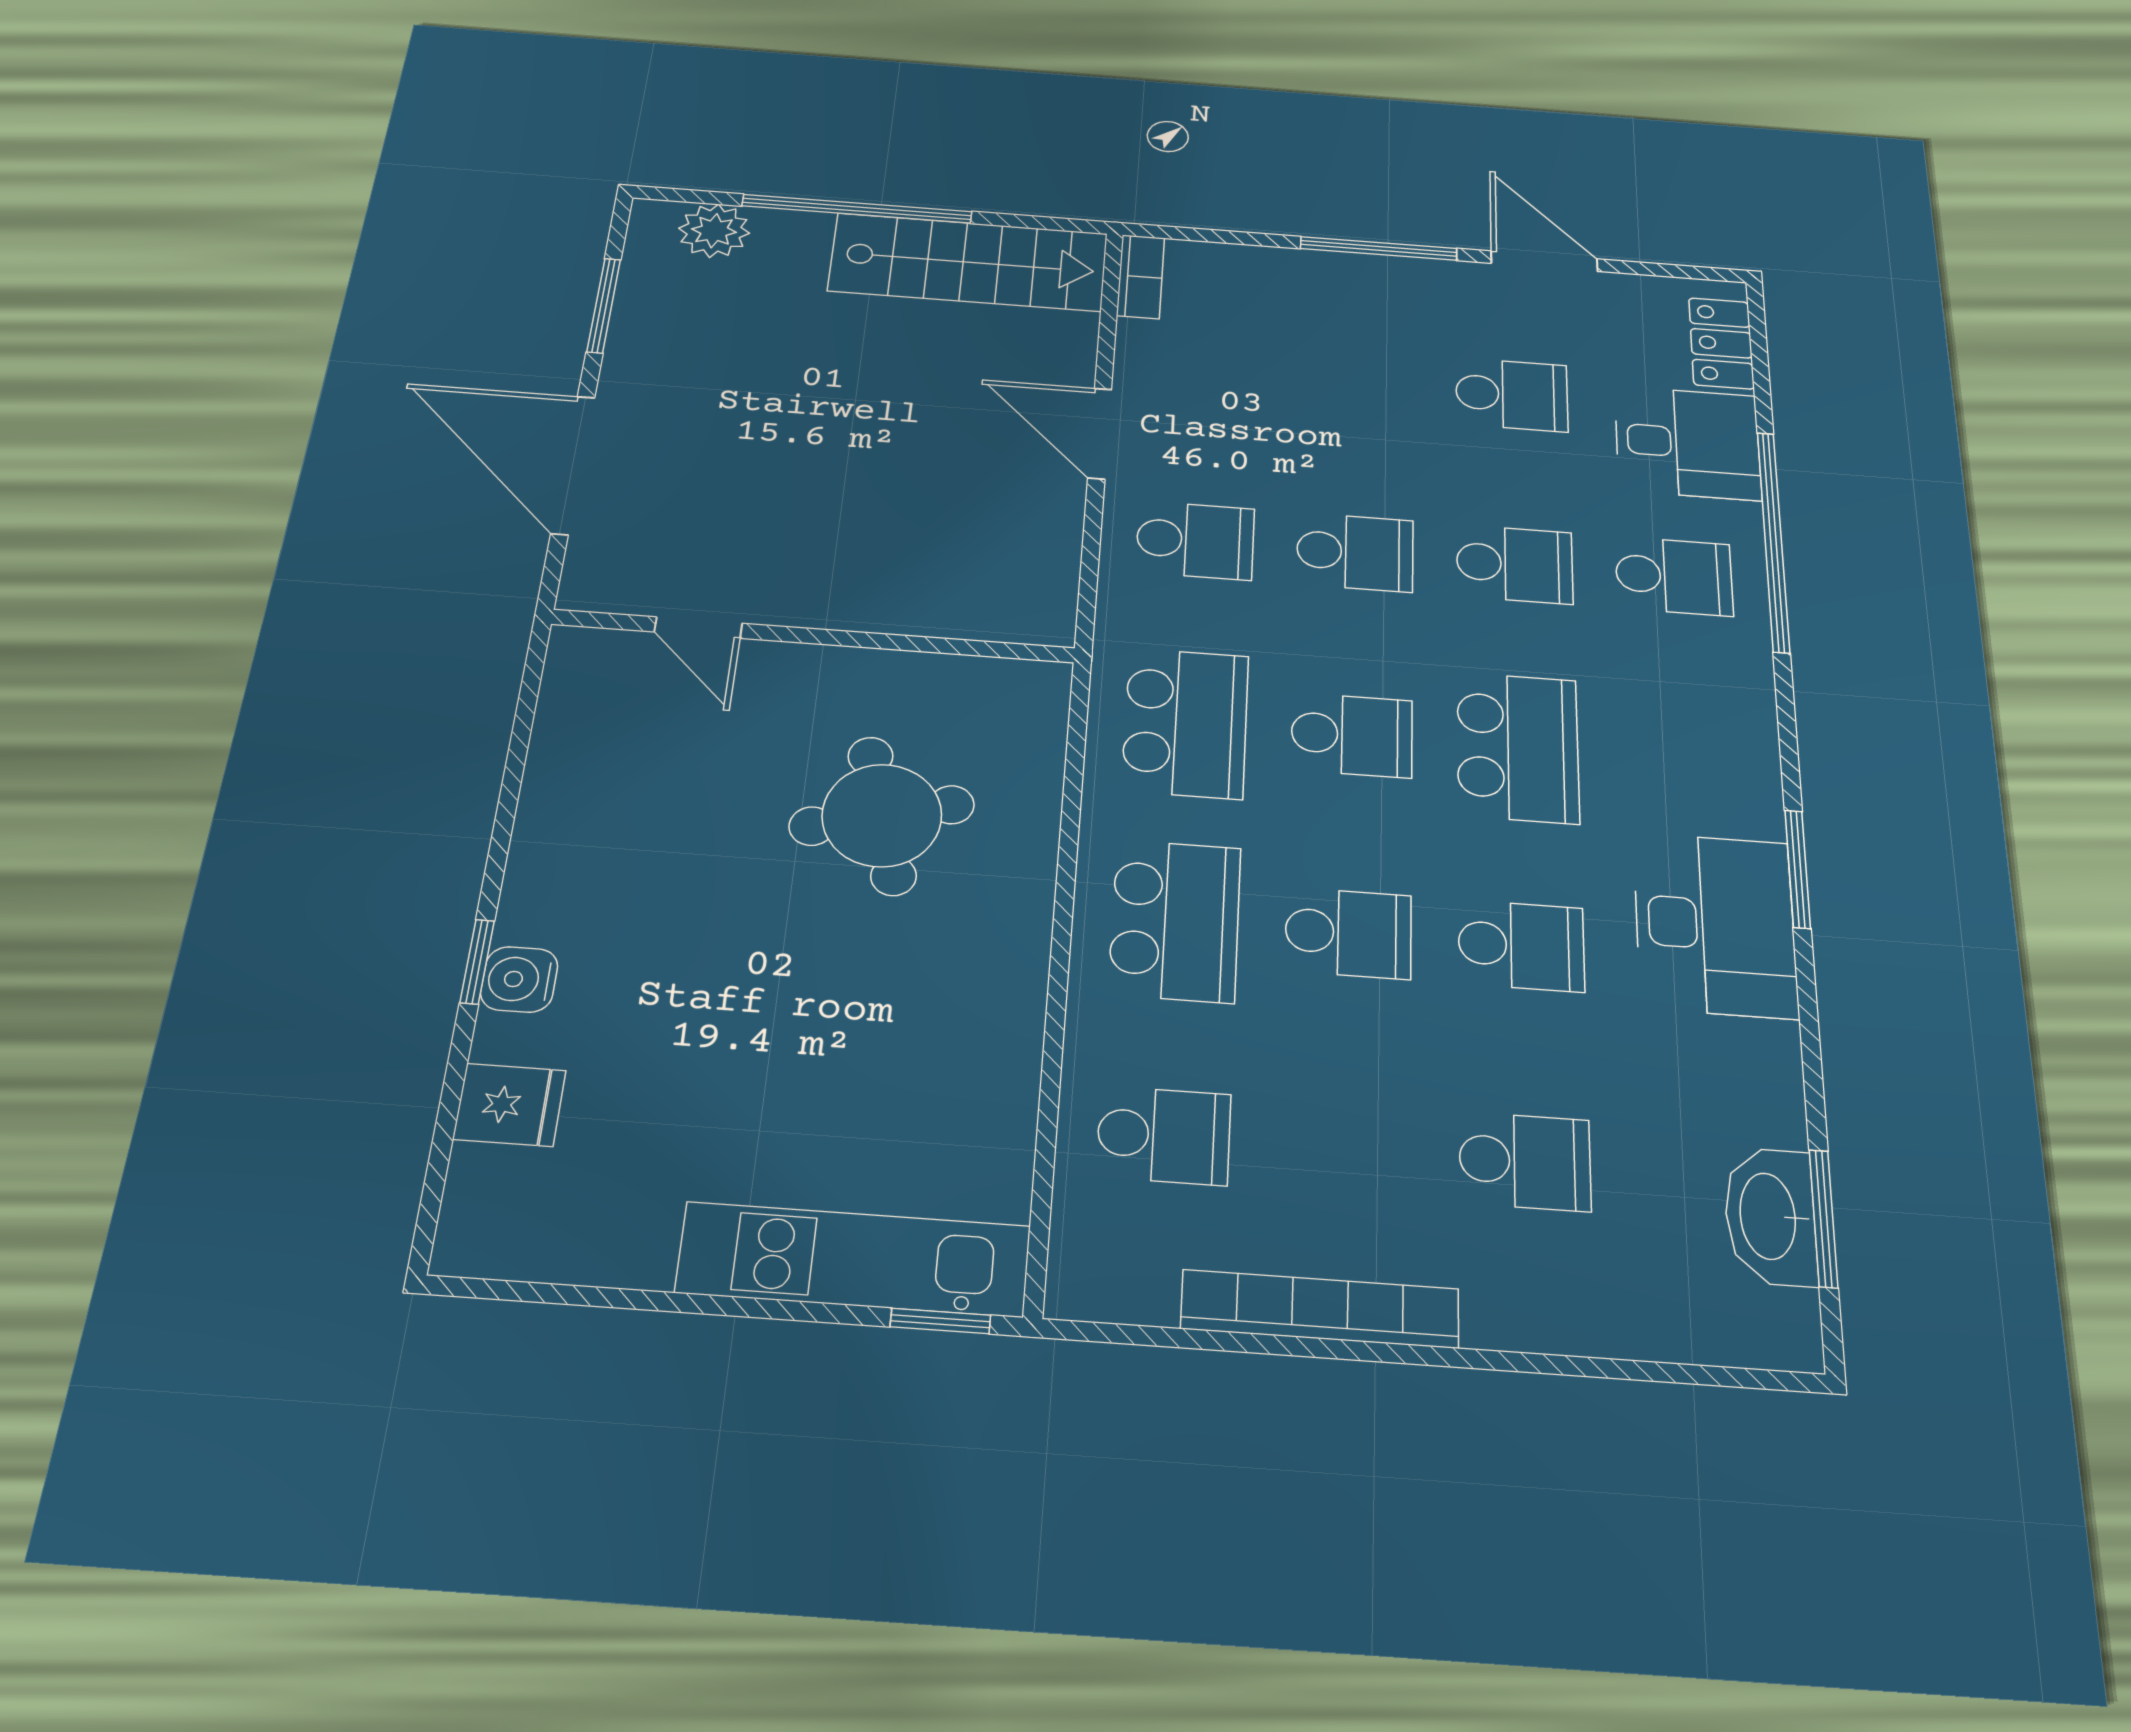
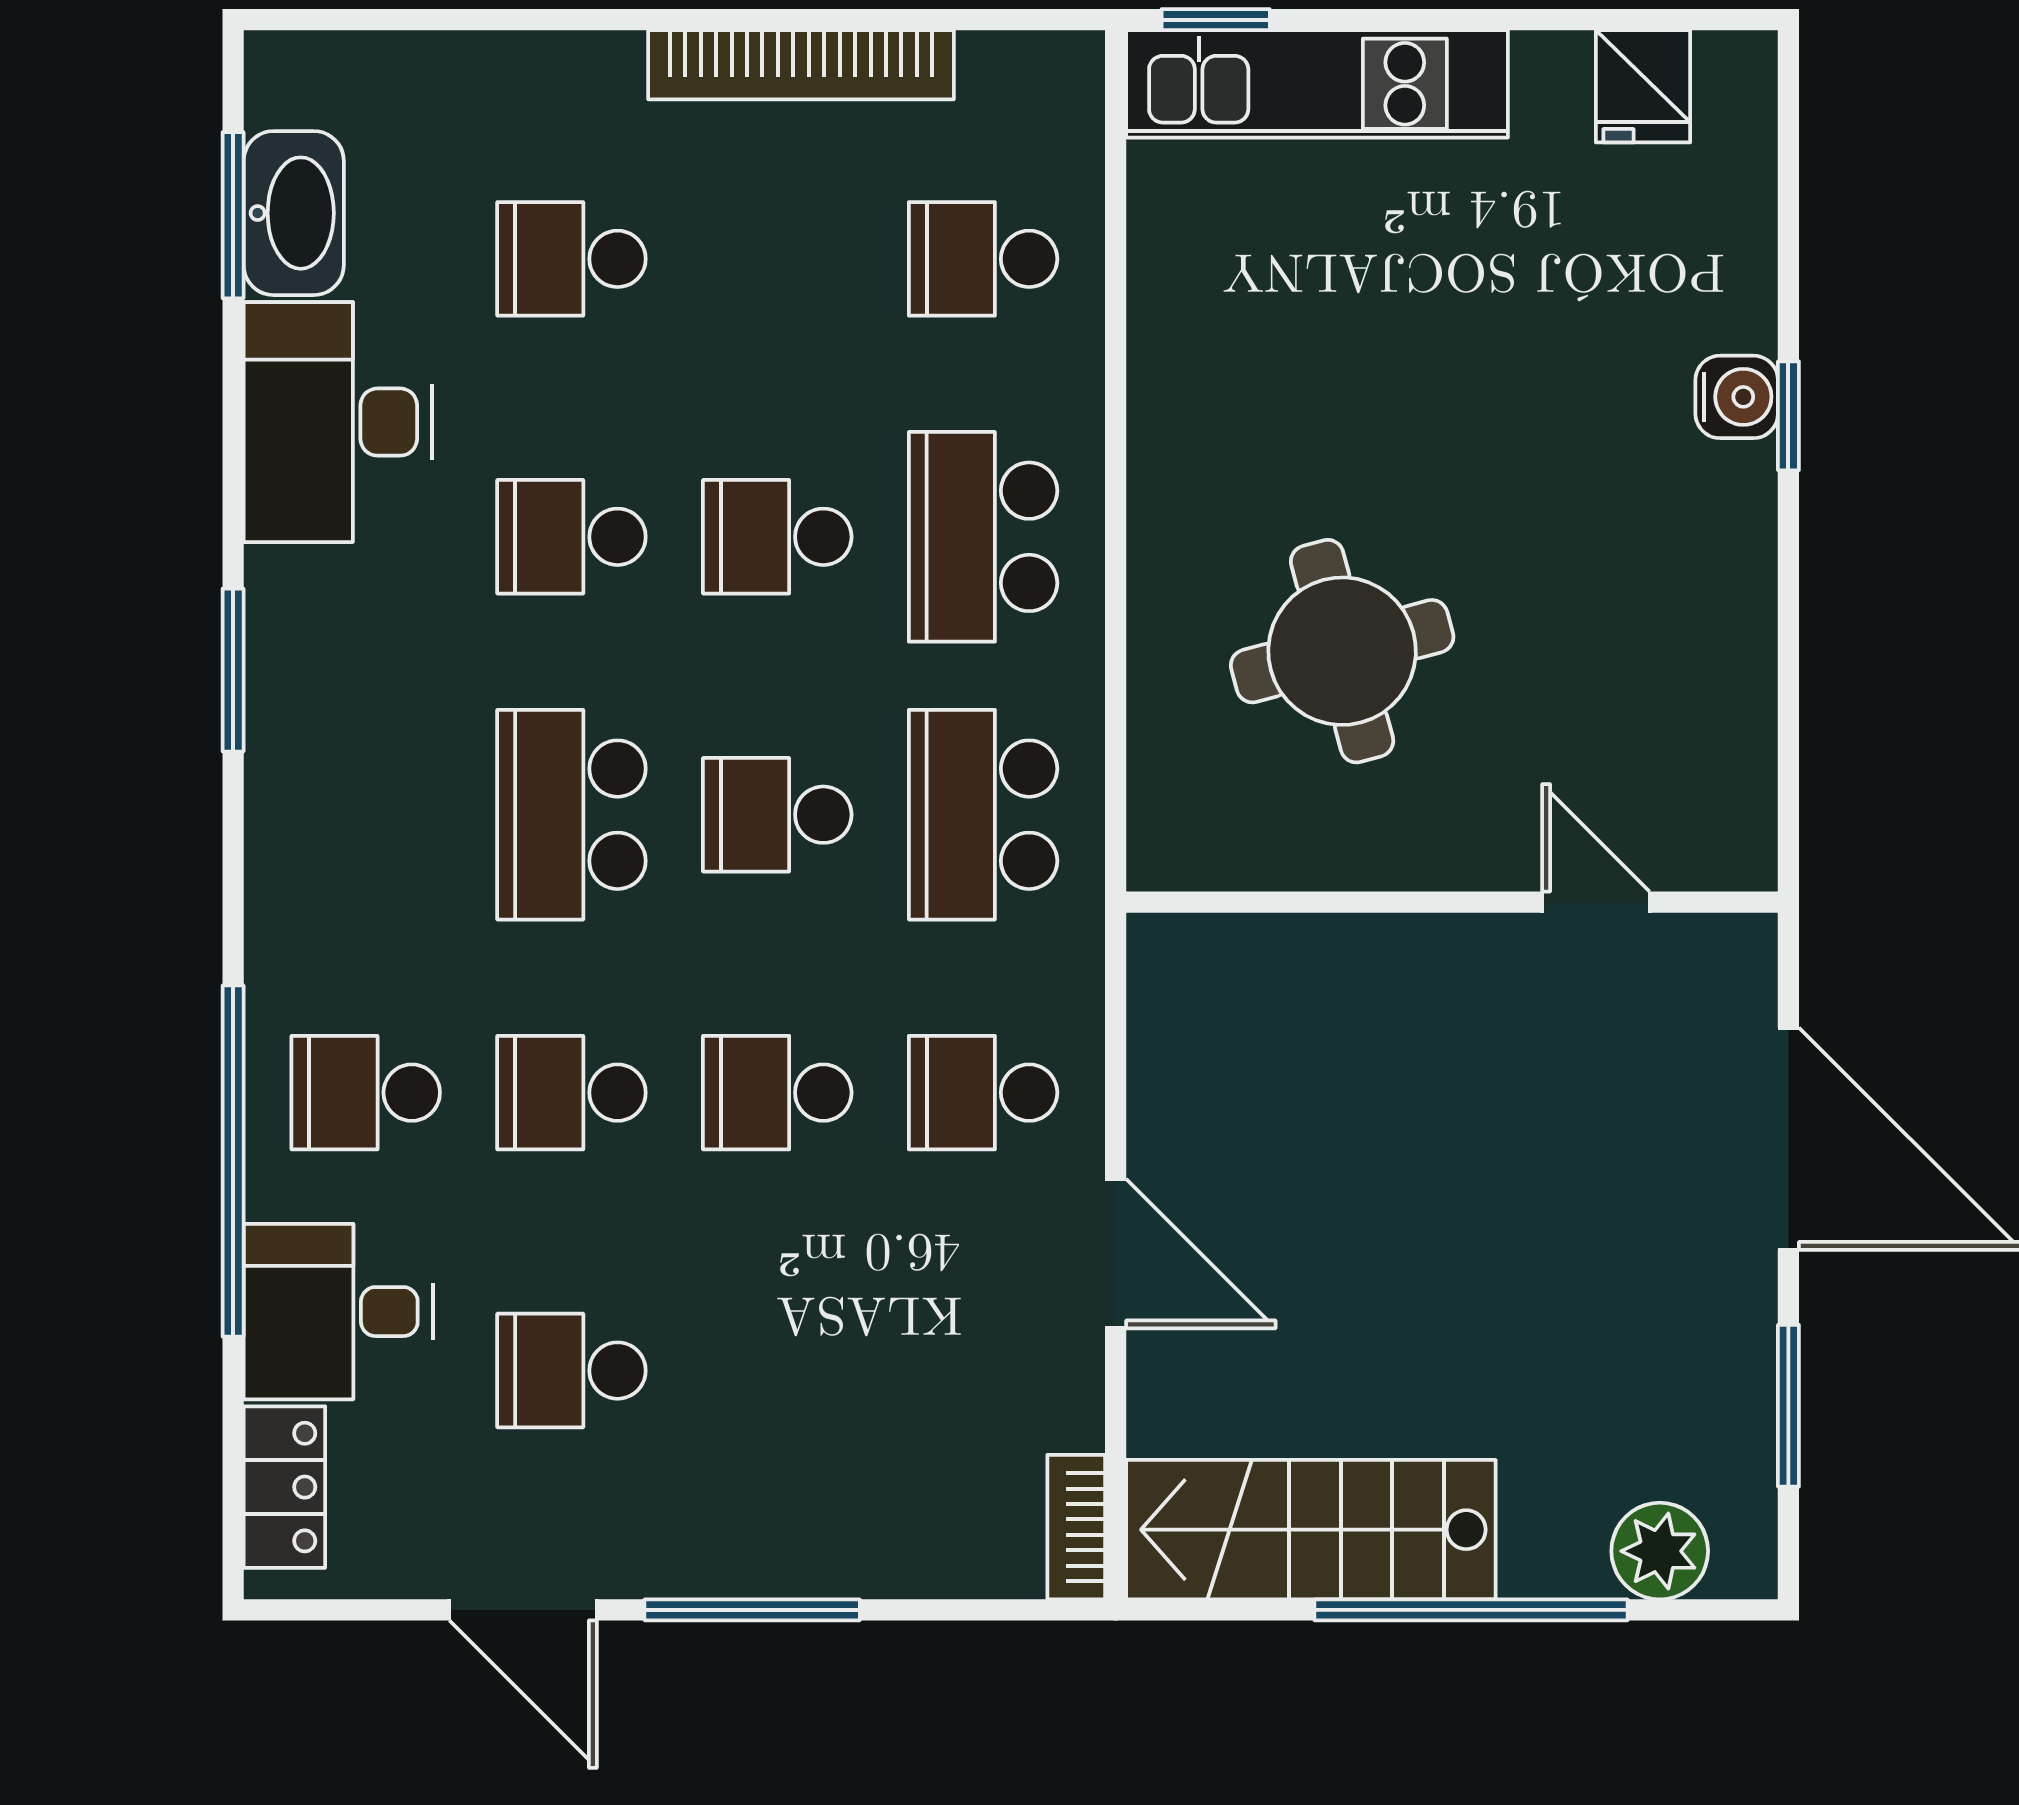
desk: (1715, 925) -> (338, 422), moved
fridge: (510, 1105) -> (1643, 86), moved, turned -90

